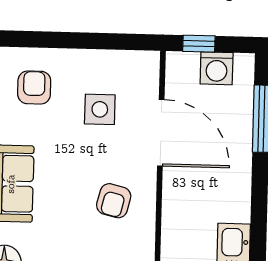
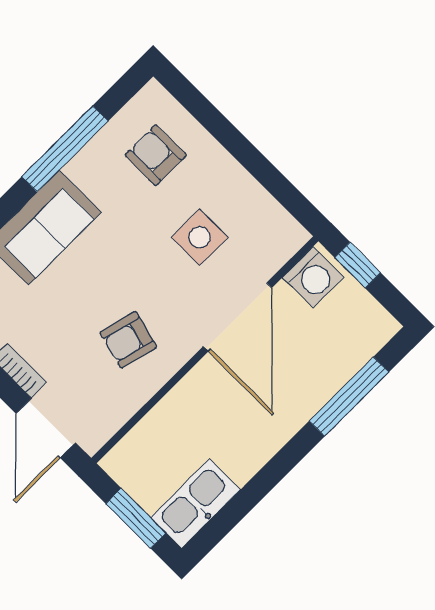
washing machine: (217, 68) -> (313, 277), moved, turned -90
armchair: (34, 88) -> (156, 155), turned -90

